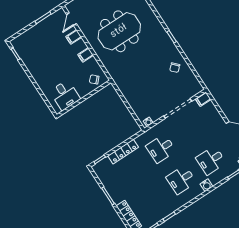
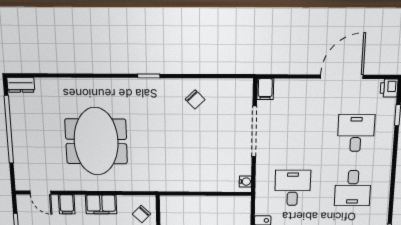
filing cabinet: (86, 55) -> (101, 204), width x2.00
desk: (161, 149) -> (293, 188), turned 180
desk: (211, 160) -> (356, 133), turned 180
water cooler: (206, 185) -> (384, 160), removed

